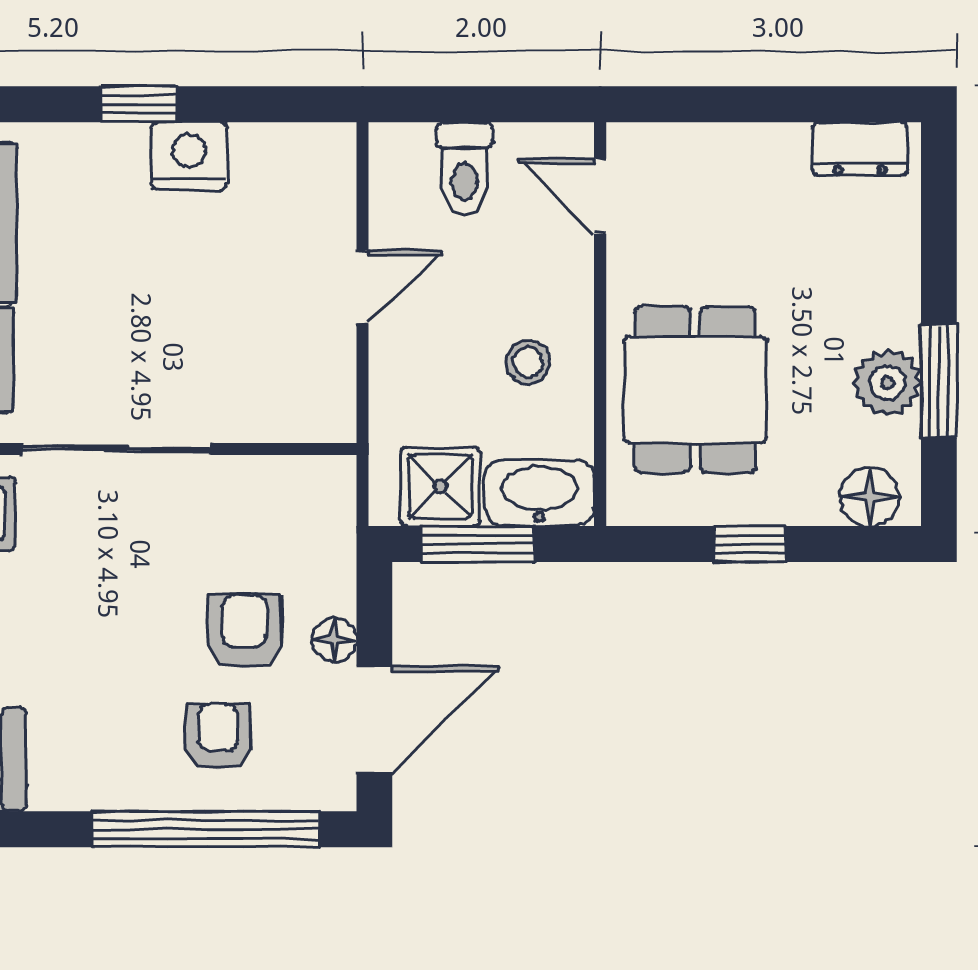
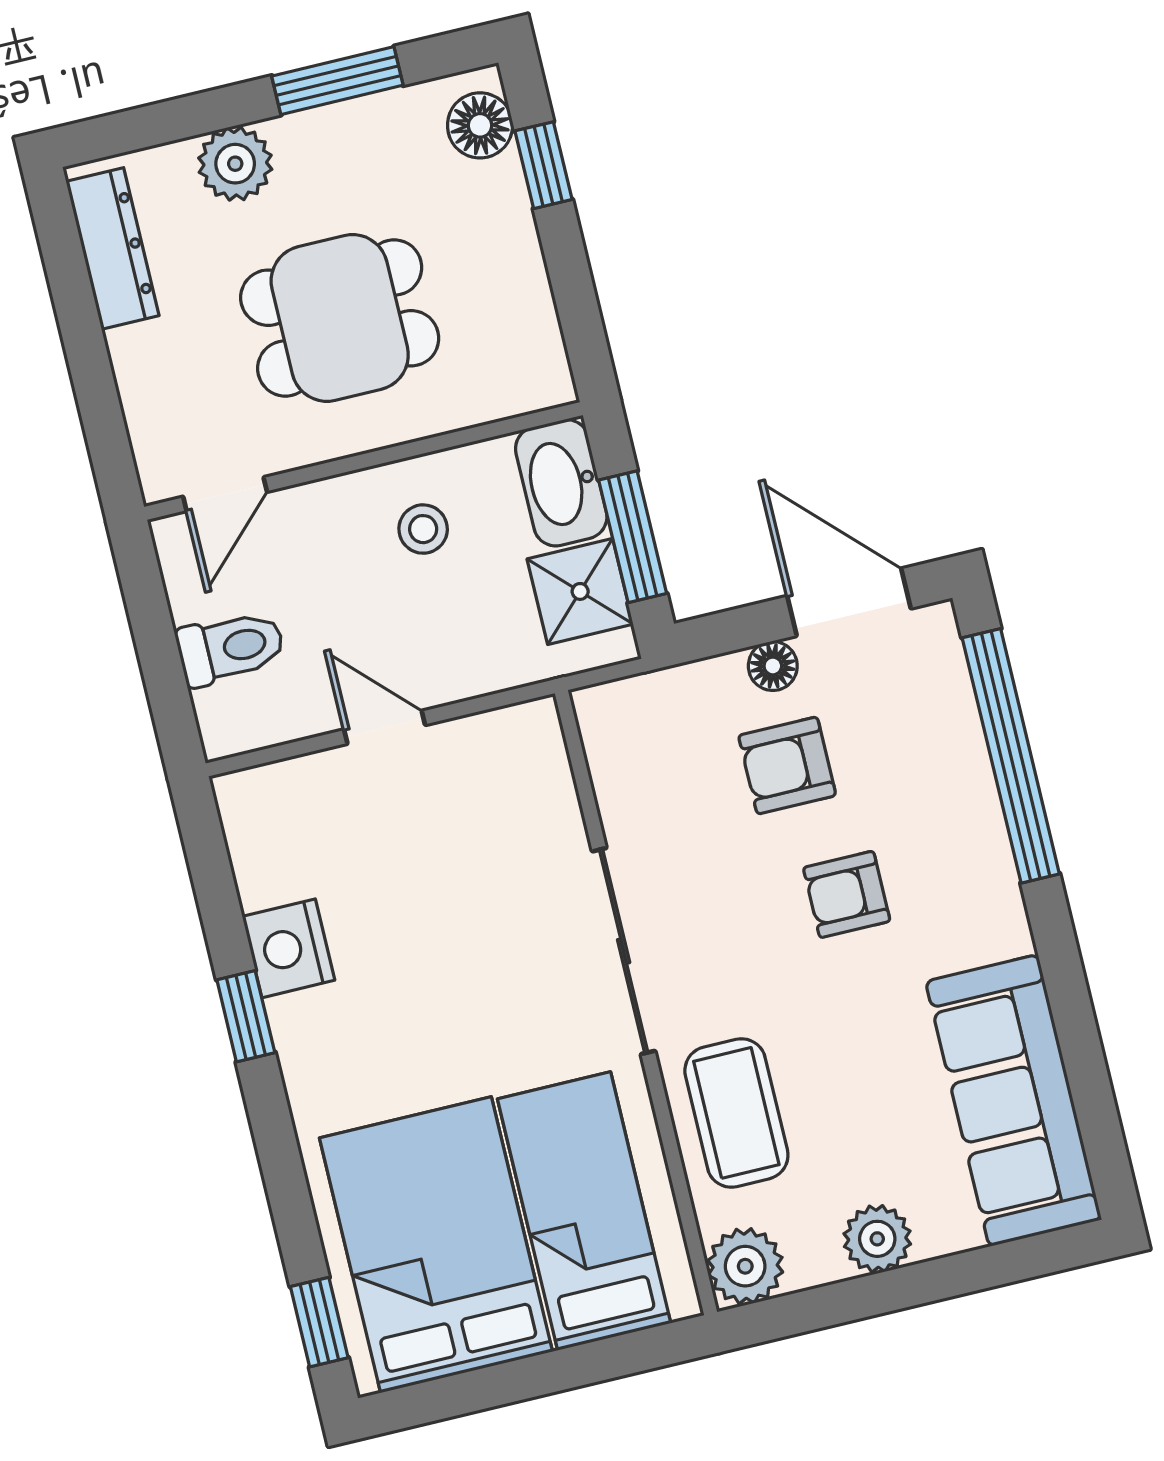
dresser: (860, 149) -> (113, 248), width x1.44
plant: (888, 383) -> (235, 164), moved
dining table: (695, 390) -> (340, 318), moved
window: (750, 544) -> (543, 165), moved
armchair: (218, 737) -> (847, 894), moved

